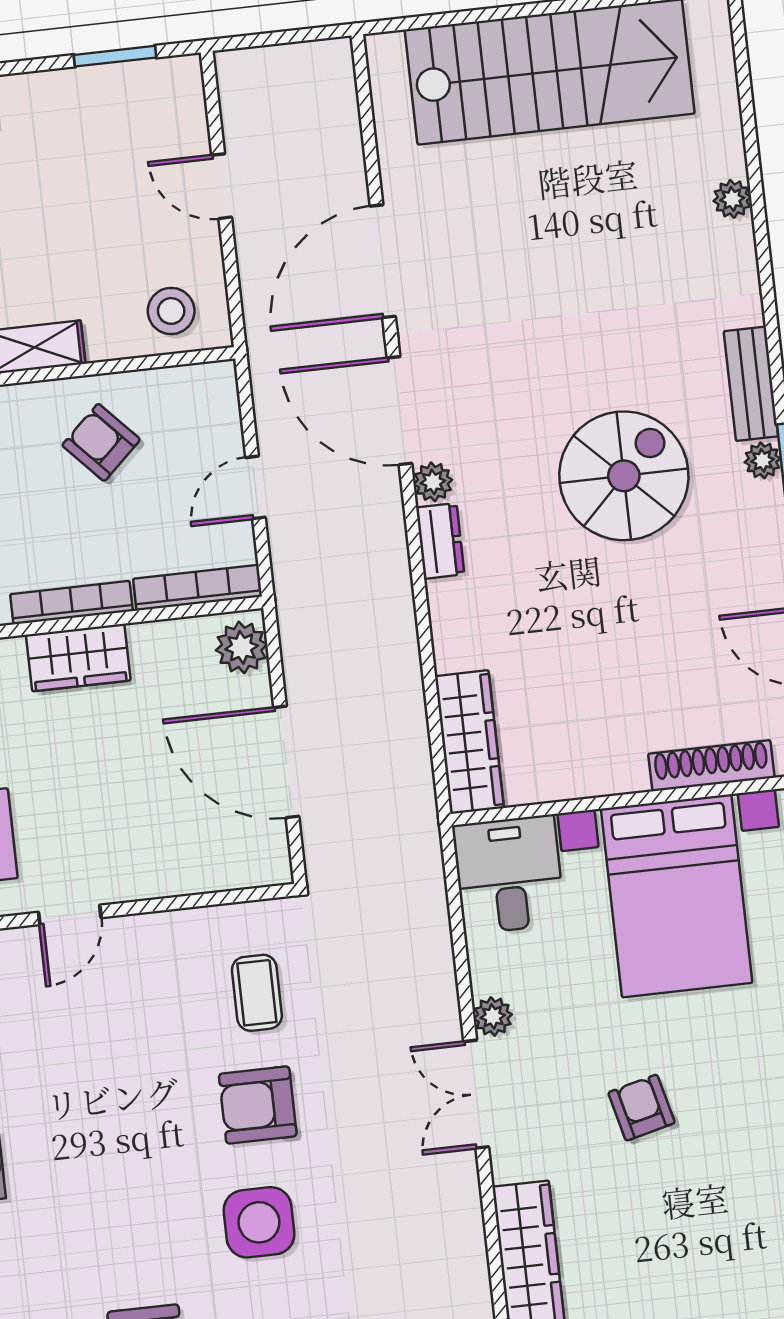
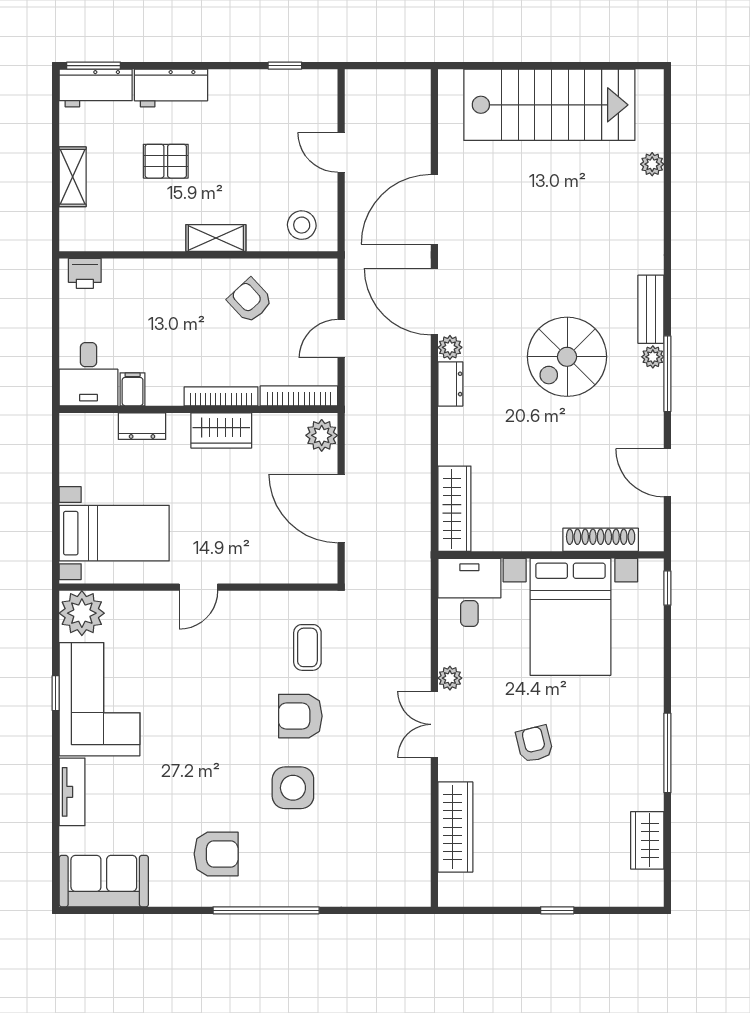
window: (115, 56) -> (285, 66), width x0.67
plant: (732, 199) -> (652, 164), moved
spiral stairs: (624, 476) -> (567, 357), turned 180

